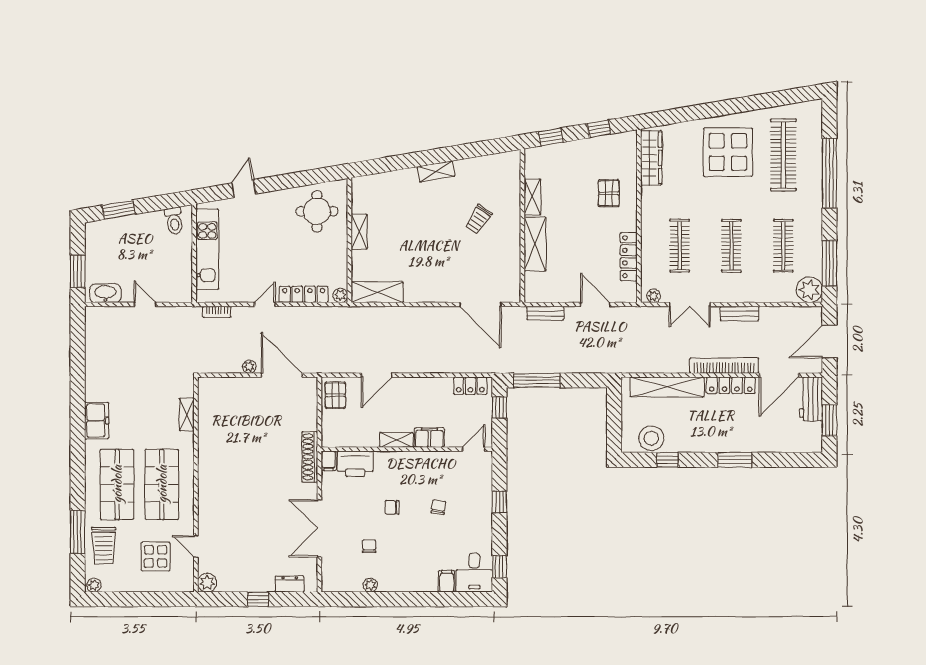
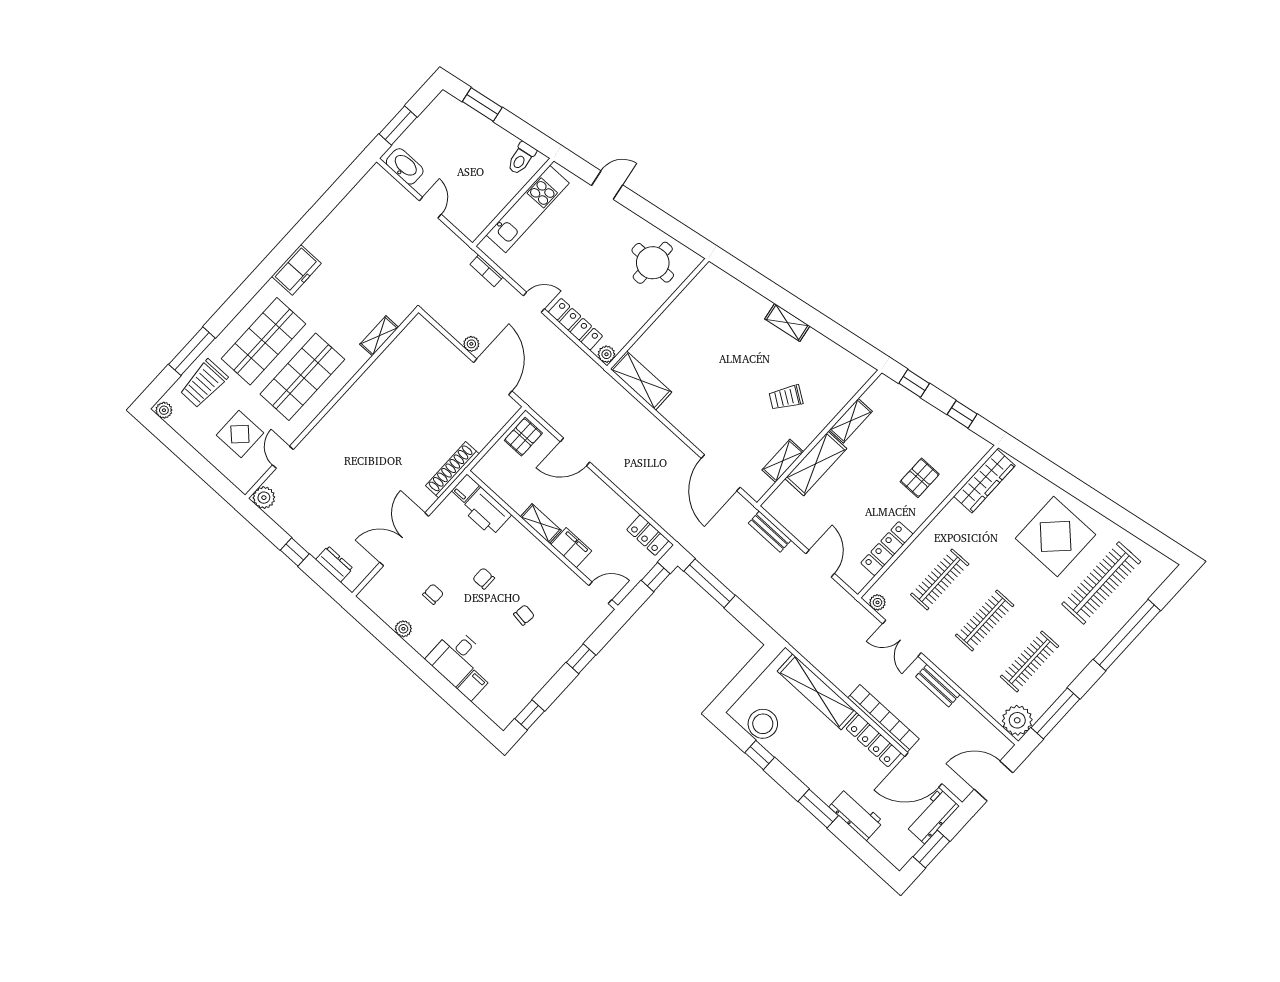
shelving: (359, 232) -> (783, 461), moved
workbench: (762, 442) -> (856, 814), added
desk: (474, 573) -> (455, 657), moved

